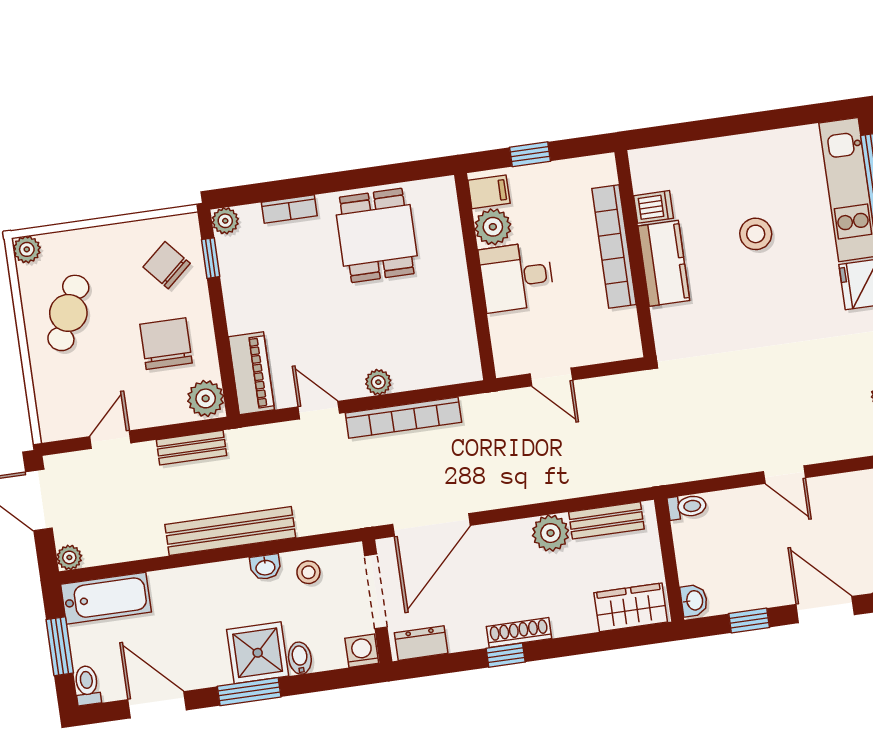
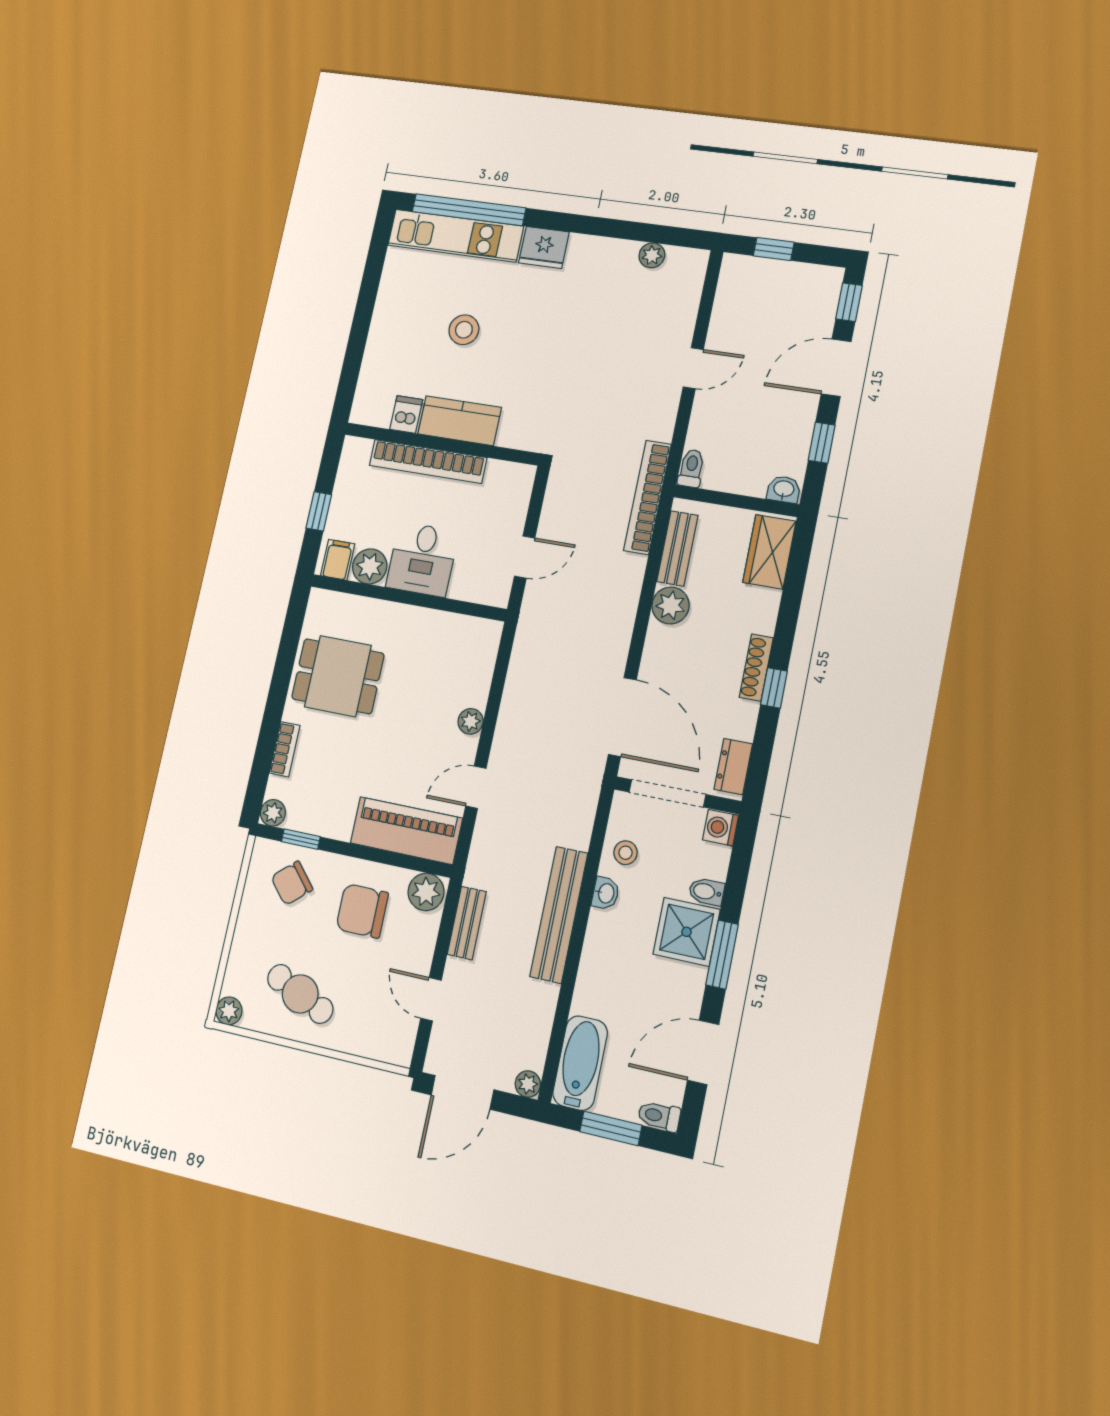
piano: (251, 373) -> (406, 831), width x1.37, depth x1.33
bookcase: (403, 418) -> (647, 497), moved, turned 180

